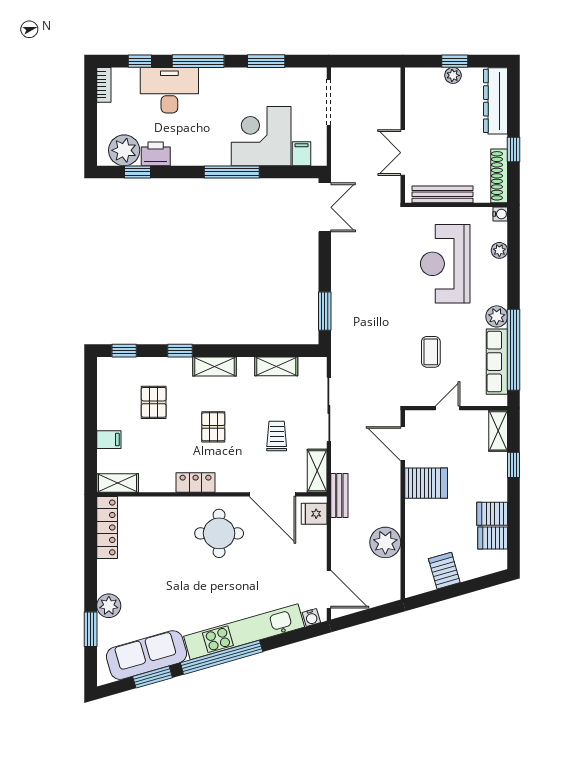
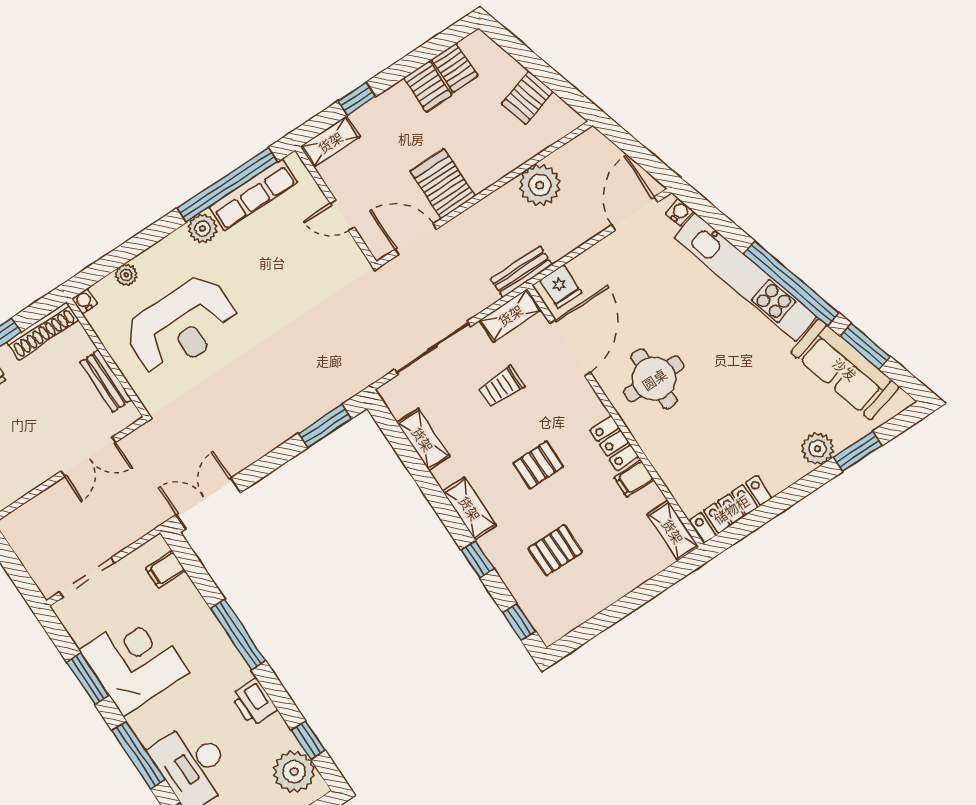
corner desk: (261, 136) -> (134, 661), moved, turned 180
printer: (156, 154) -> (254, 702), moved
bench: (442, 194) -> (106, 381), width x0.73
coffee table: (431, 352) -> (292, 276), removed
filing cabinet: (109, 440) -> (634, 479), moved, turned -90
door: (403, 444) -> (416, 239), swing flipped

